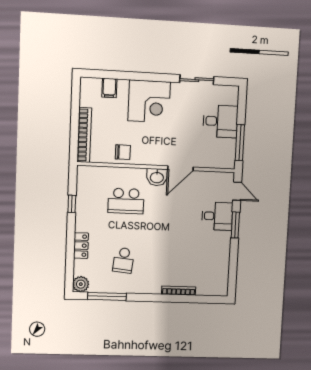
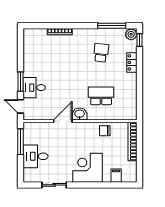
window: (72, 204) -> (140, 40), moved

